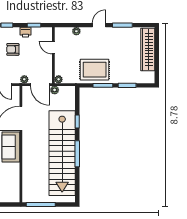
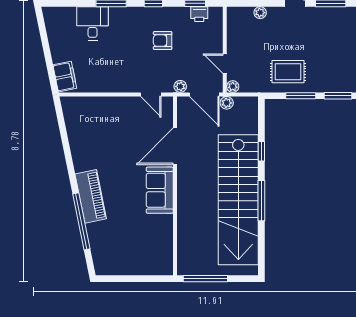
printer: (26, 32) -> (199, 14), moved
door: (53, 48) -> (225, 64), moved
rug: (95, 70) -> (288, 72), width x0.73, depth x0.70

